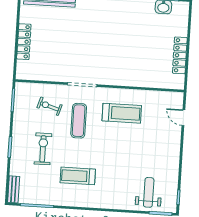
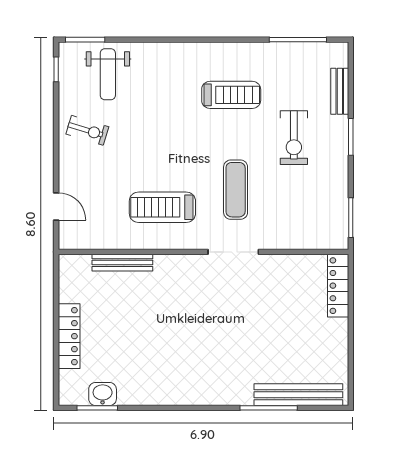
locker: (24, 42) -> (338, 286), moved
locker: (180, 55) -> (69, 336), moved
bench: (147, 83) -> (122, 263), added
exercise bike: (49, 106) -> (87, 130), moved
bench: (14, 189) -> (340, 91), moved

